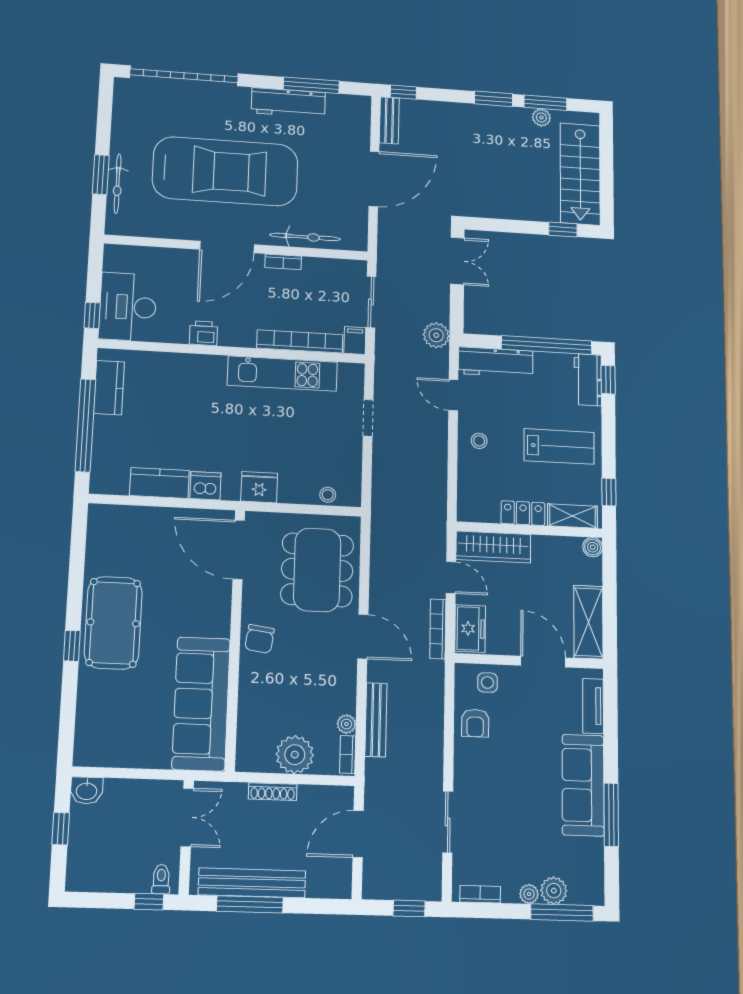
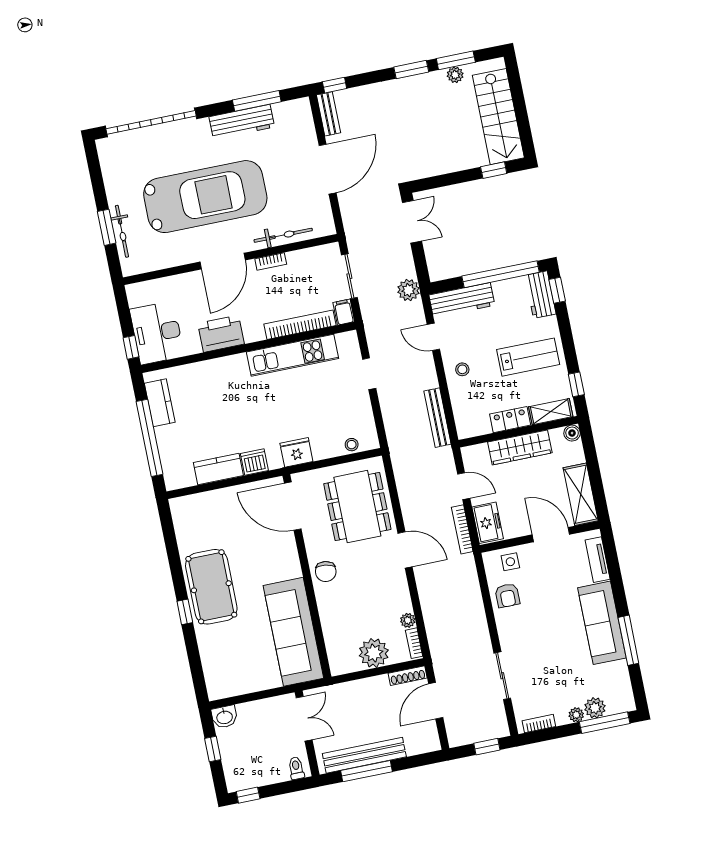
printer: (203, 333) -> (221, 334), width x1.87, depth x1.48
wardrobe: (493, 547) -> (520, 447), moved
bench: (376, 720) -> (438, 418), moved
shoe rack: (273, 792) -> (408, 676), moved
window: (149, 902) -> (248, 795), moved

